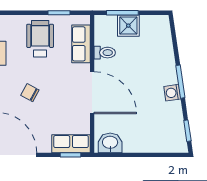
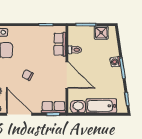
shower: (128, 26) -> (101, 33), moved
wheelchair: (40, 39) -> (34, 41), removed
washing machine: (172, 93) -> (115, 62), moved
bathtub: (147, 142) -> (101, 106), added

